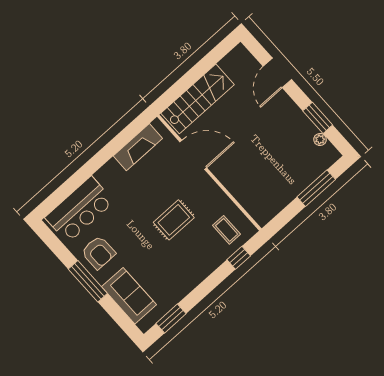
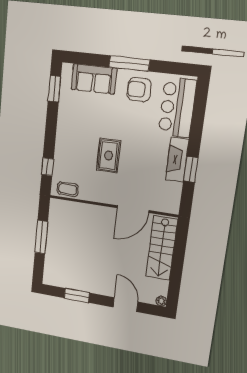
plant: (320, 139) -> (161, 301), moved
fireplace: (138, 147) -> (177, 160), moved
window: (113, 148) -> (191, 169), added
window: (316, 188) -> (41, 237), moved
coffee table: (227, 230) -> (68, 189), moved

